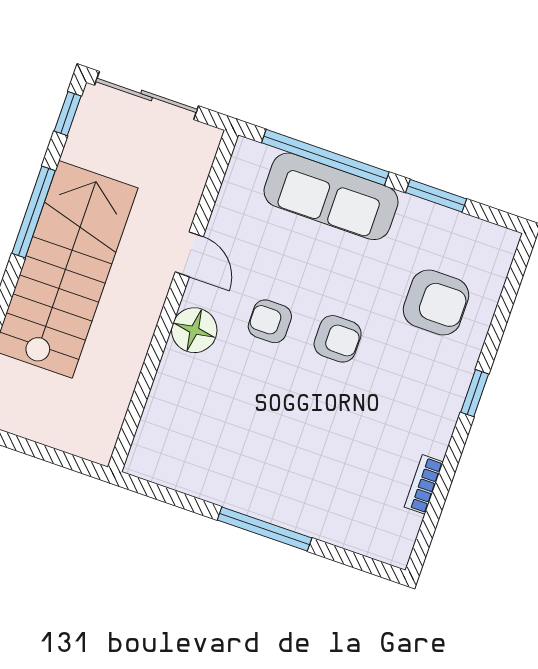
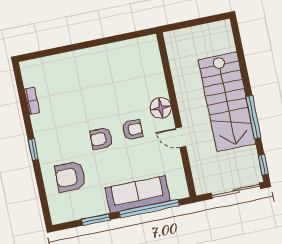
window: (265, 529) -> (85, 45), removed

